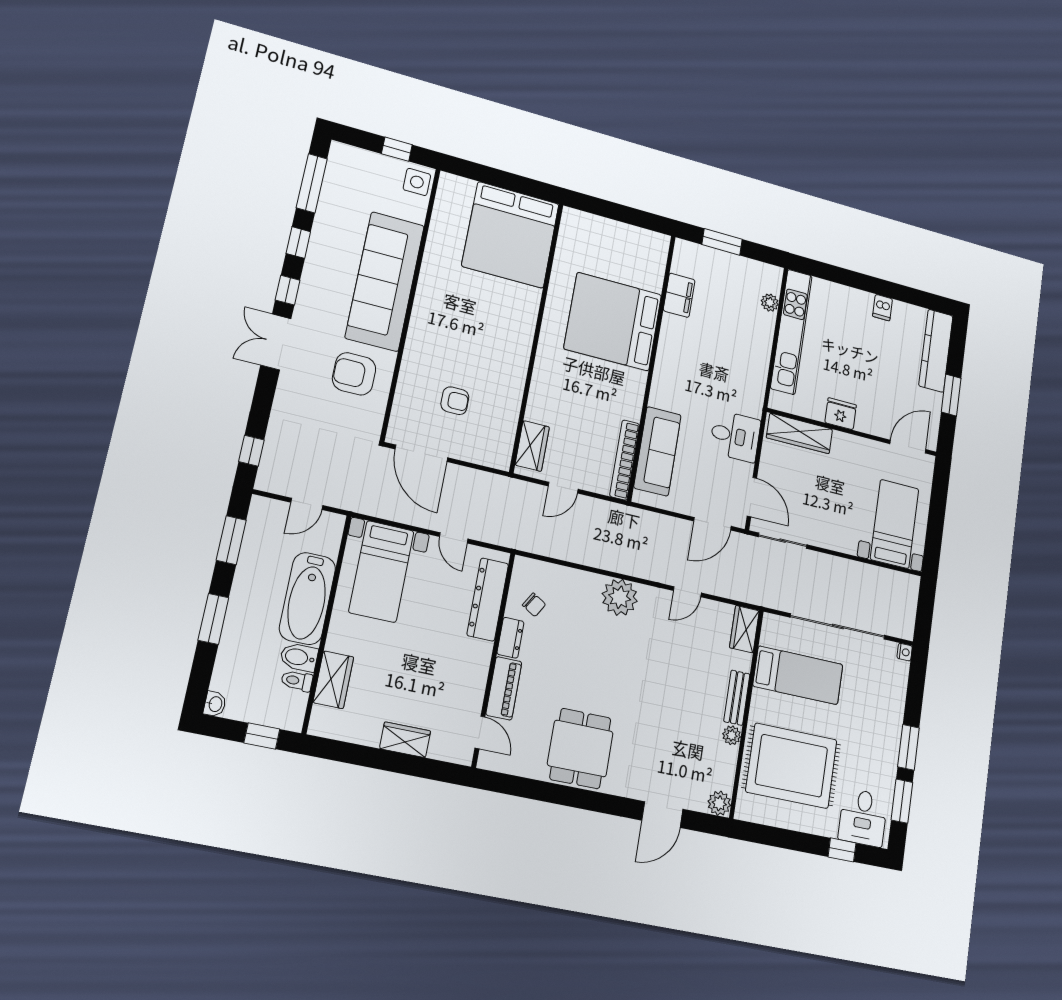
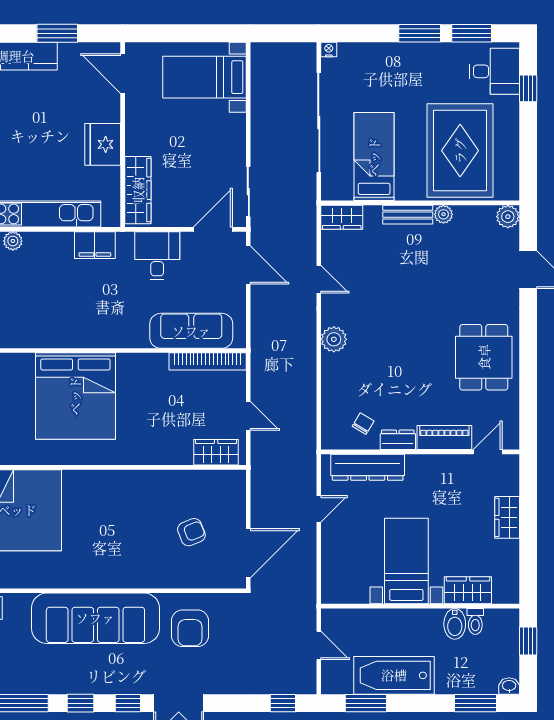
filing cabinet: (679, 295) -> (95, 245), moved, turned 180
armchair: (455, 401) -> (191, 532), turned 68
fridge: (841, 414) -> (103, 144), width x1.36, depth x1.34
bed with nightstands: (381, 571) -> (406, 561), moved, turned -90
plant: (620, 597) -> (334, 339), width x0.73, depth x0.73
bathtub: (307, 598) -> (394, 675), moved, turned 180
window: (213, 619) -> (475, 703), moved
dining table: (580, 748) -> (484, 357), turned 90

